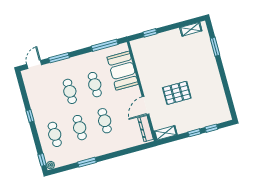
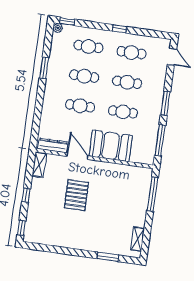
window: (150, 33) -> (152, 194), width x2.17
window: (59, 58) -> (165, 103), moved
booth: (123, 71) -> (111, 146), moved
cafe table: (45, 98) -> (131, 53), added
window: (211, 128) -> (21, 228), moved

